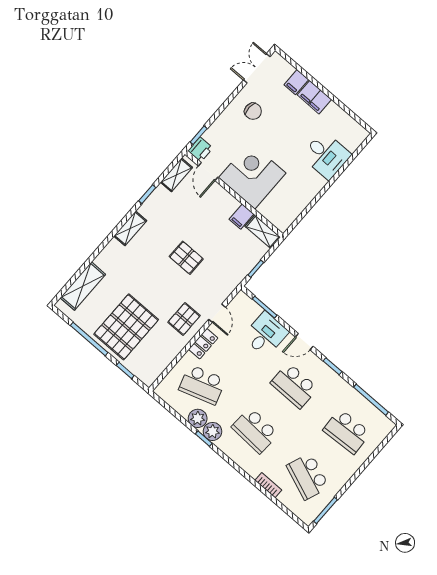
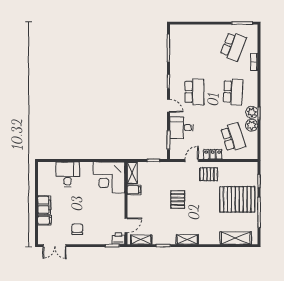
corner desk: (252, 175) -> (109, 177), moved
school desk: (347, 431) -> (194, 46), removed

